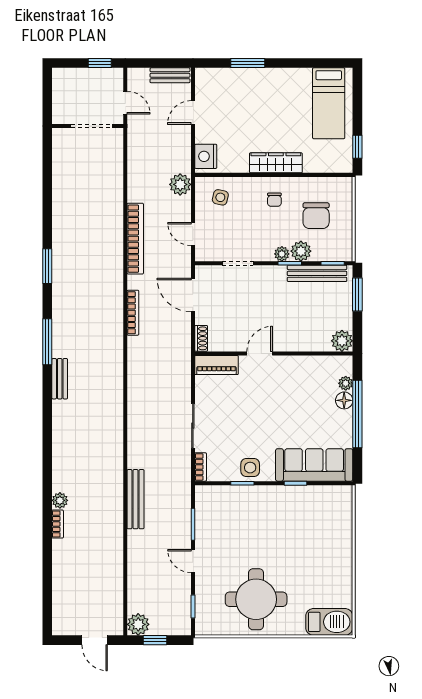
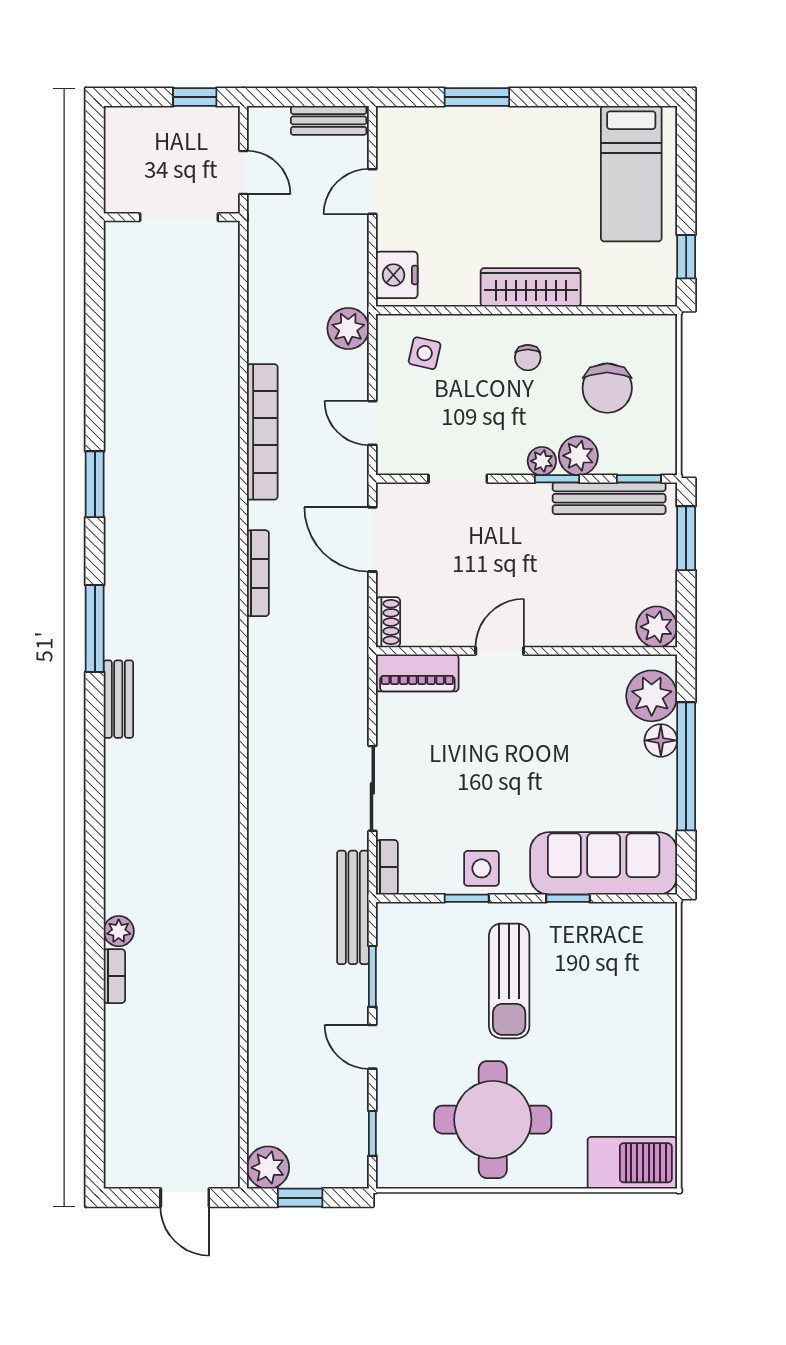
plant: (346, 383) -> (652, 696), width x1.88, depth x1.88
bench: (135, 499) -> (353, 907), moved
sun lounger: (265, 527) -> (509, 981), added

